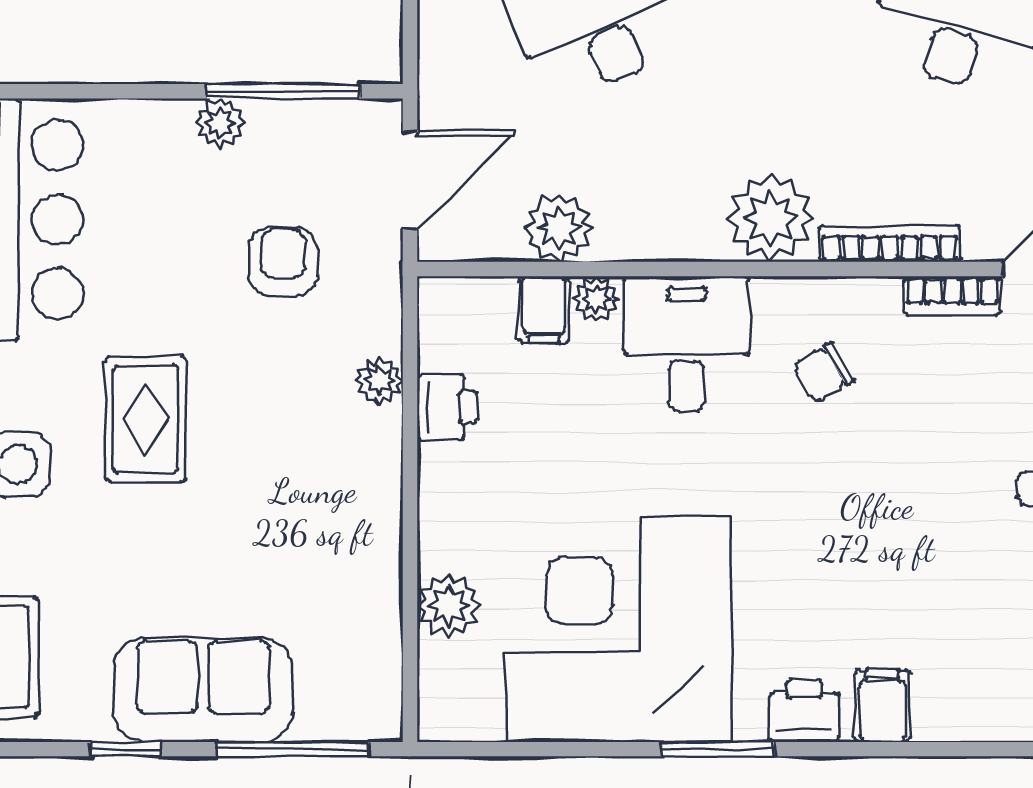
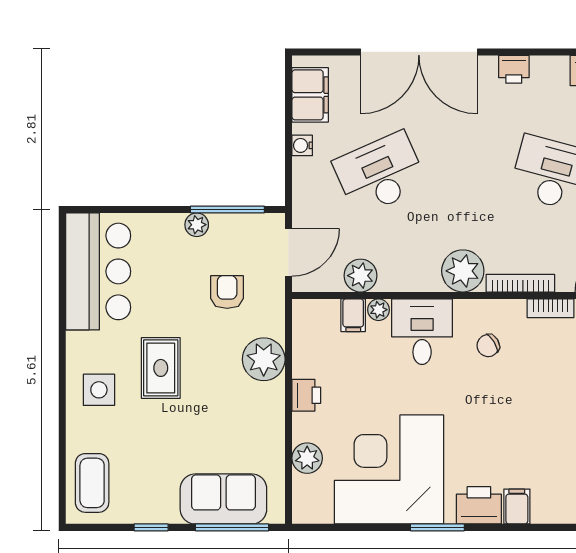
plant: (379, 381) -> (264, 359), width x1.88, depth x1.88
printer: (447, 407) -> (306, 395), moved
sofa: (203, 690) -> (223, 499), moved
printer: (804, 711) -> (479, 505), width x1.36, depth x1.24

